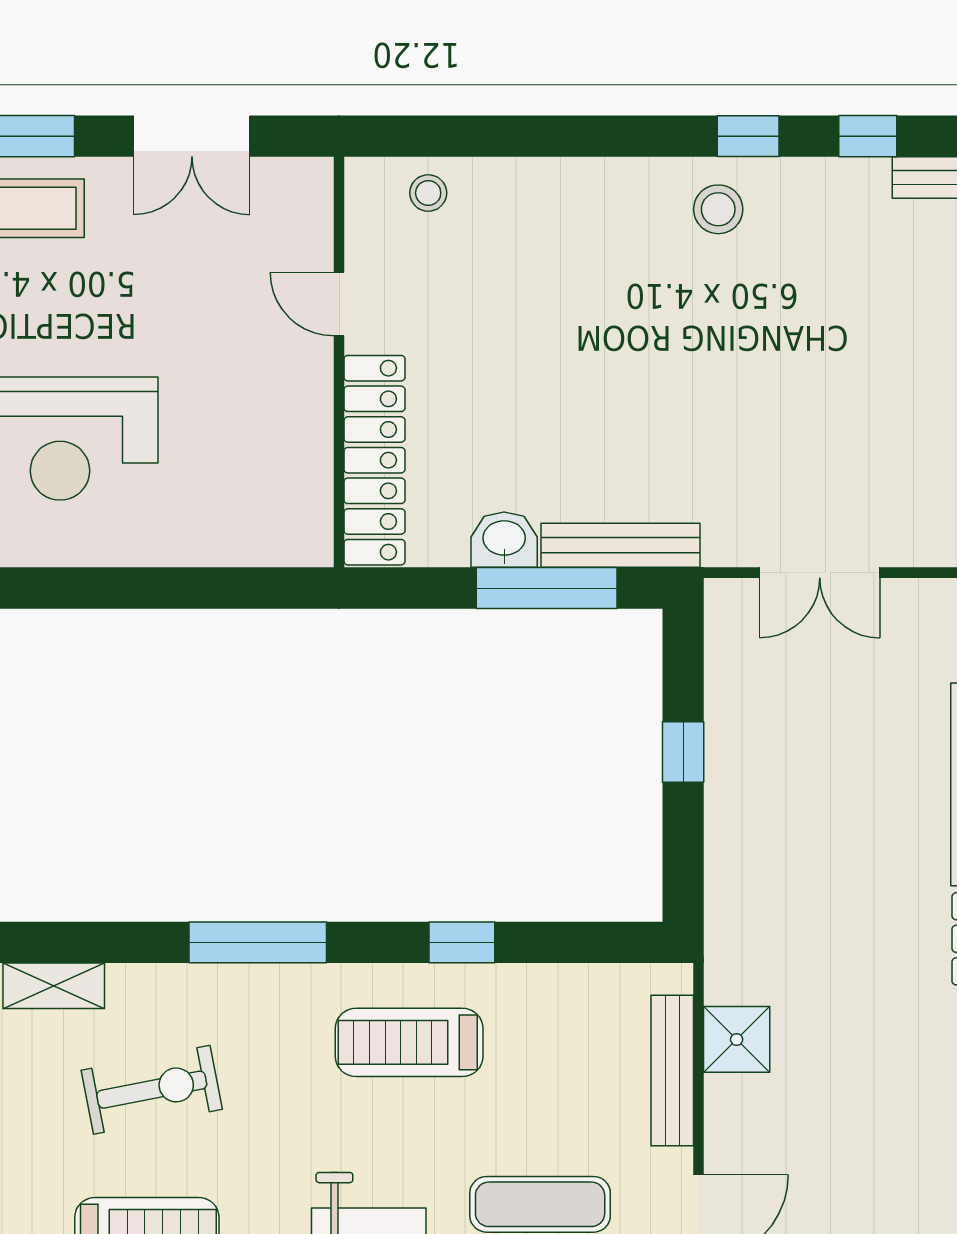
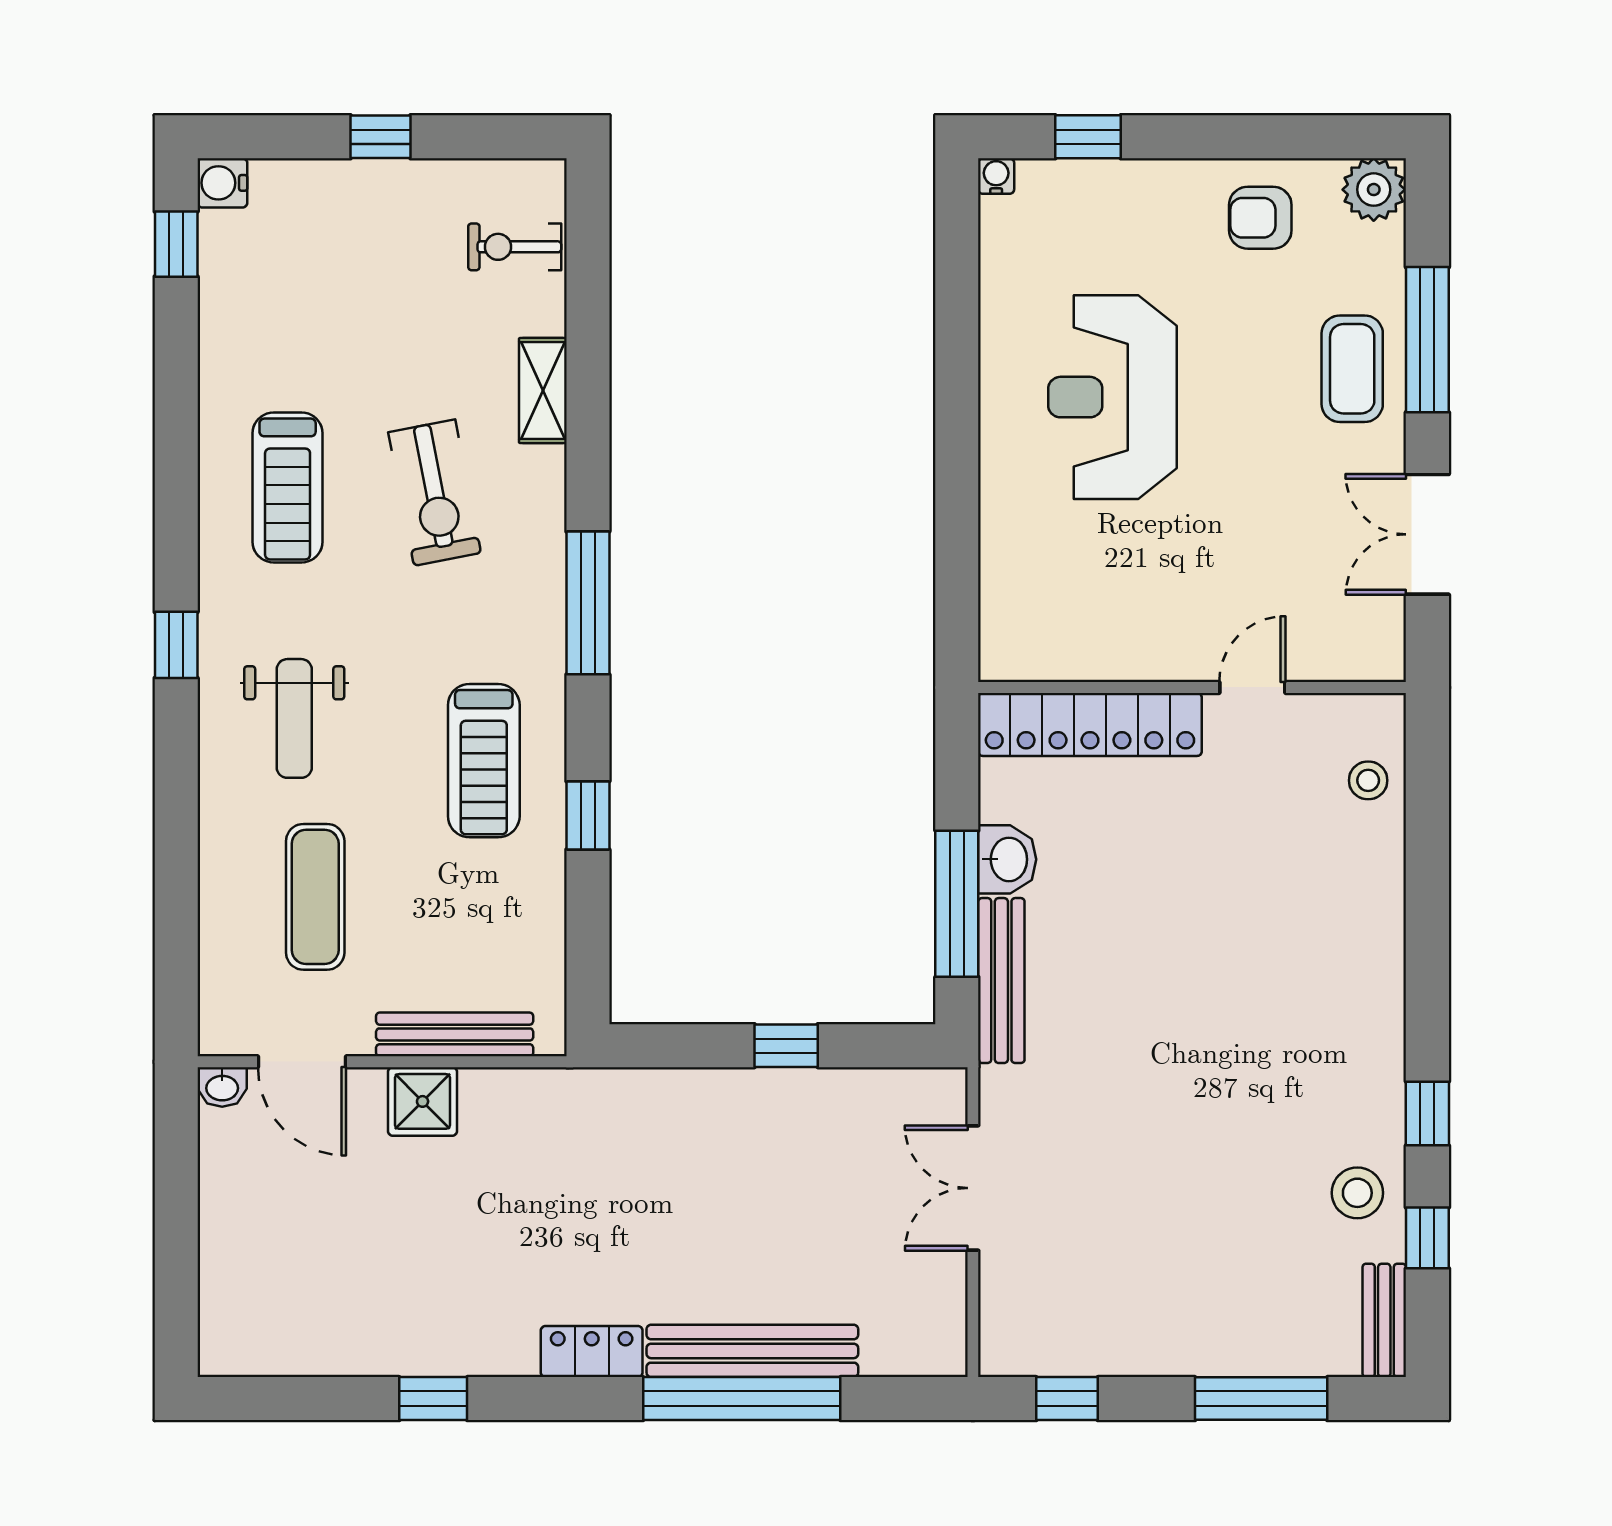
stool: (718, 209) -> (1357, 1193), moved
shower: (737, 1039) -> (423, 1101), moved
treadmill: (409, 1042) -> (484, 761), turned 180

